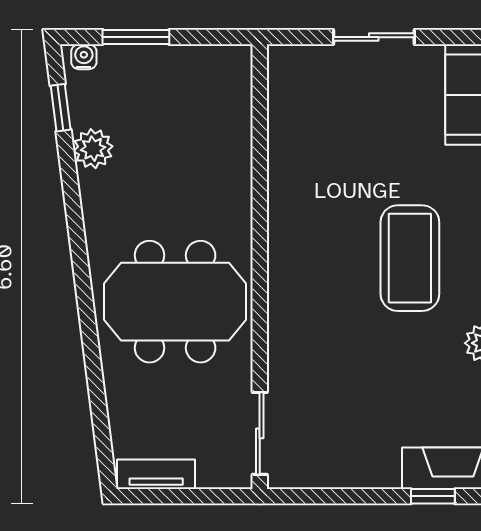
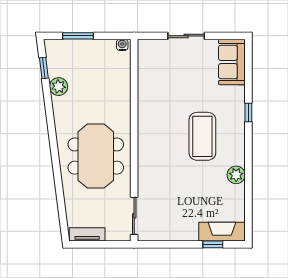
water cooler: (84, 57) -> (122, 45), moved
meeting table: (175, 302) -> (96, 156), turned 90

